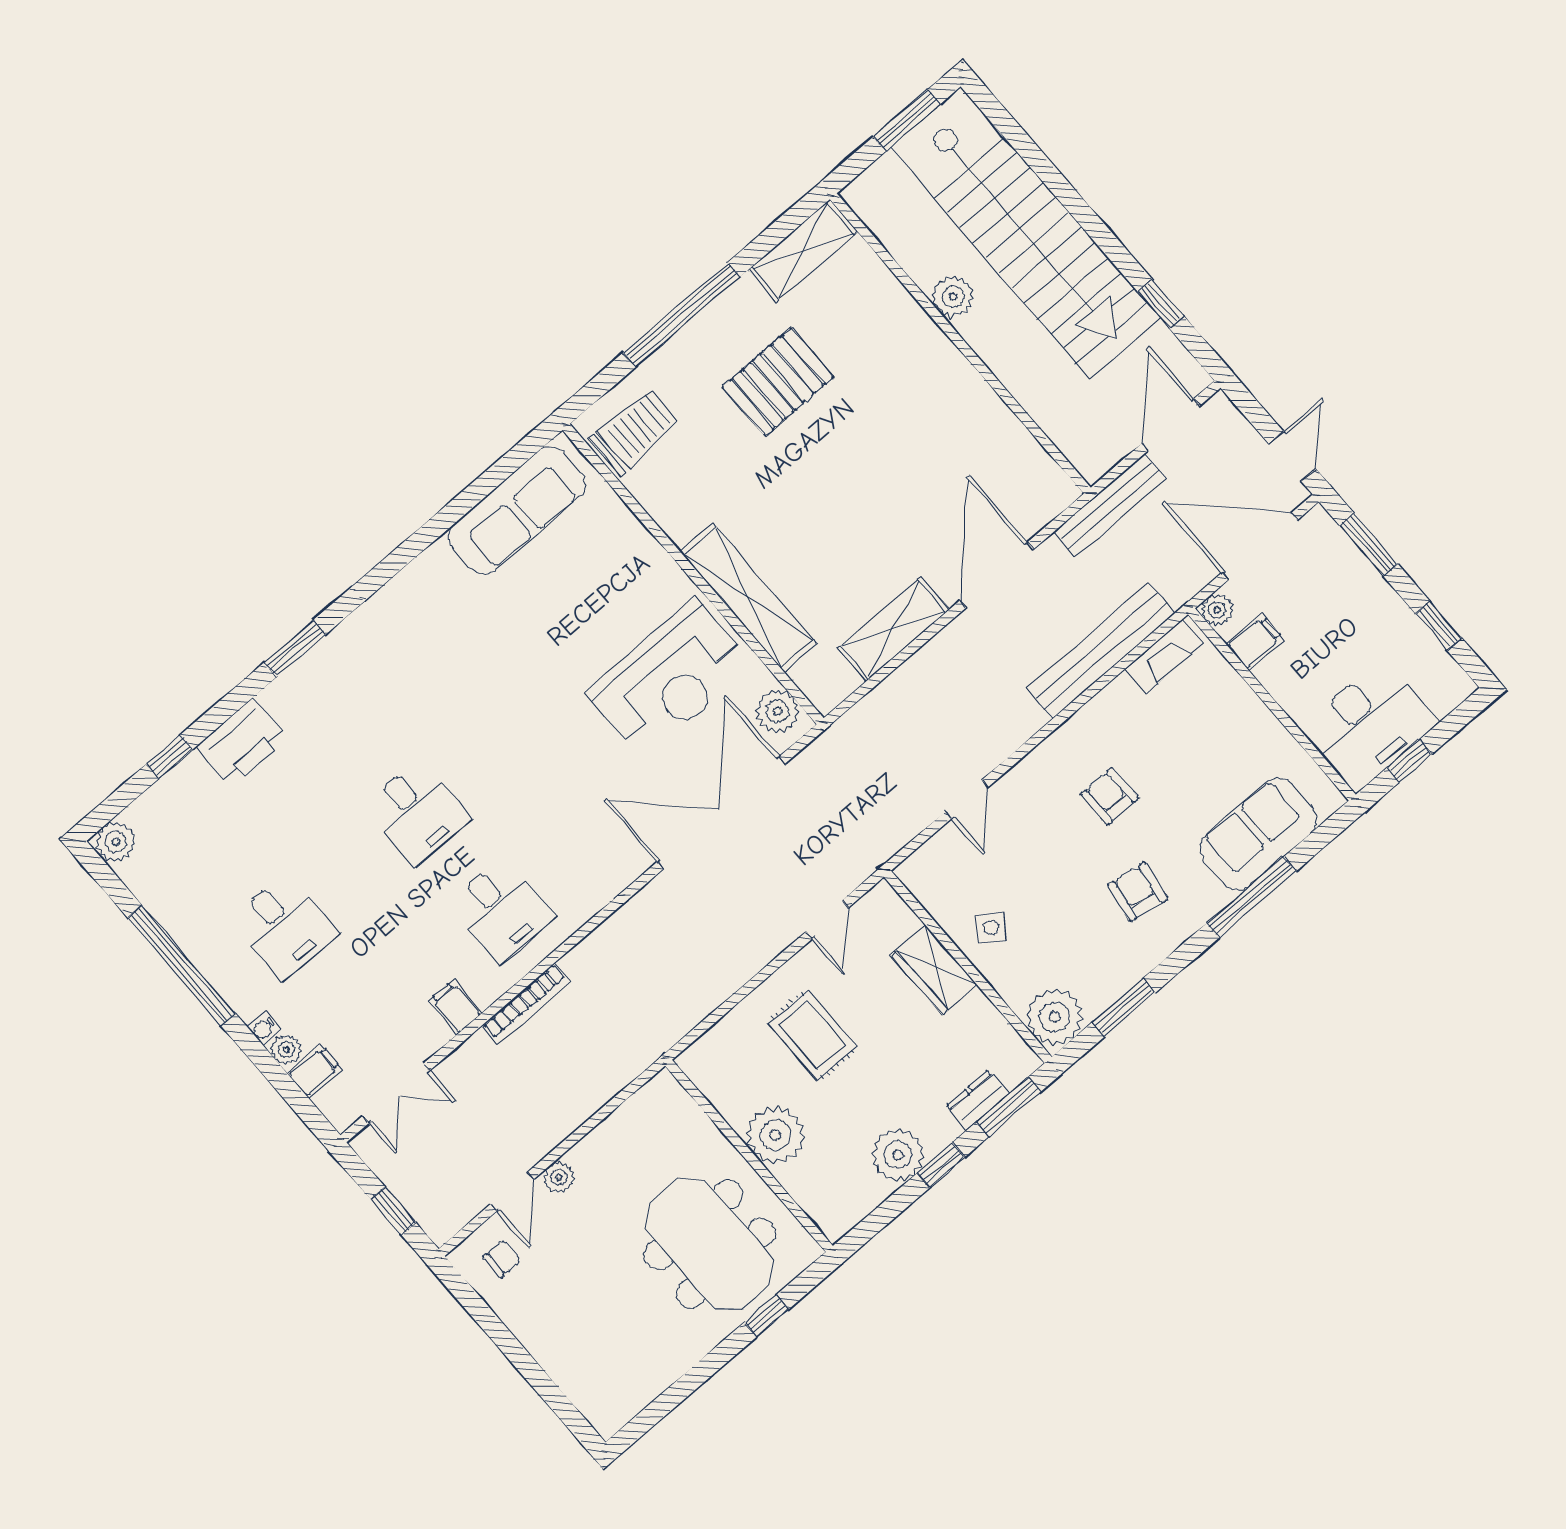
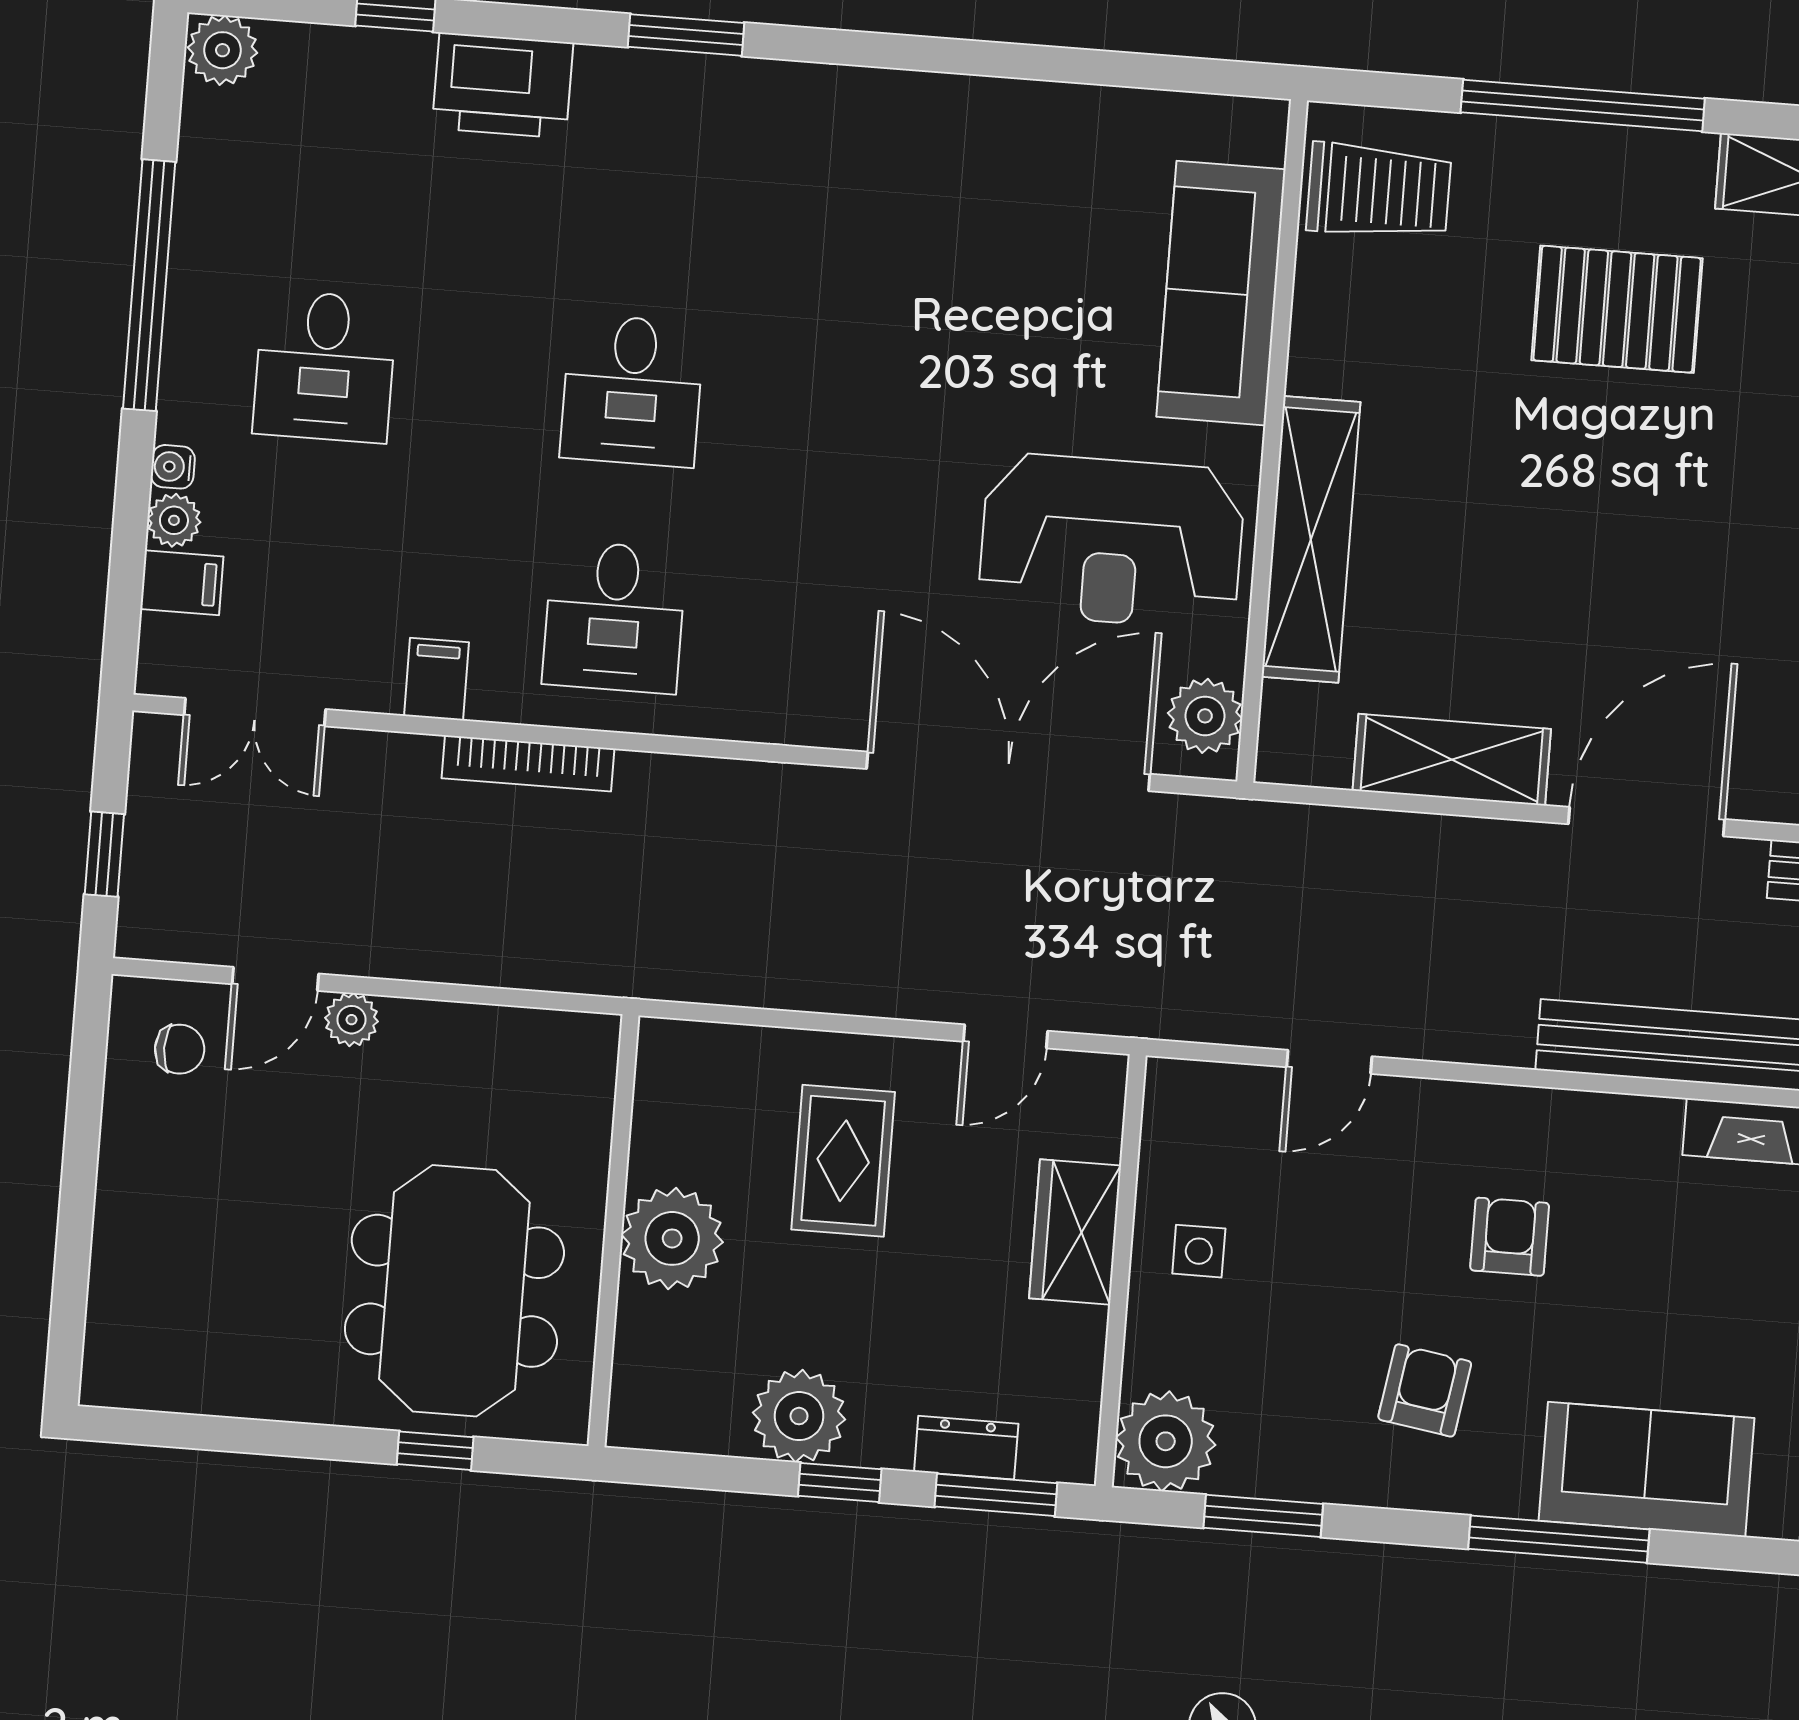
sofa: (517, 510) -> (1221, 293), moved, turned 90
side table: (991, 928) -> (1199, 1251), turned -35

